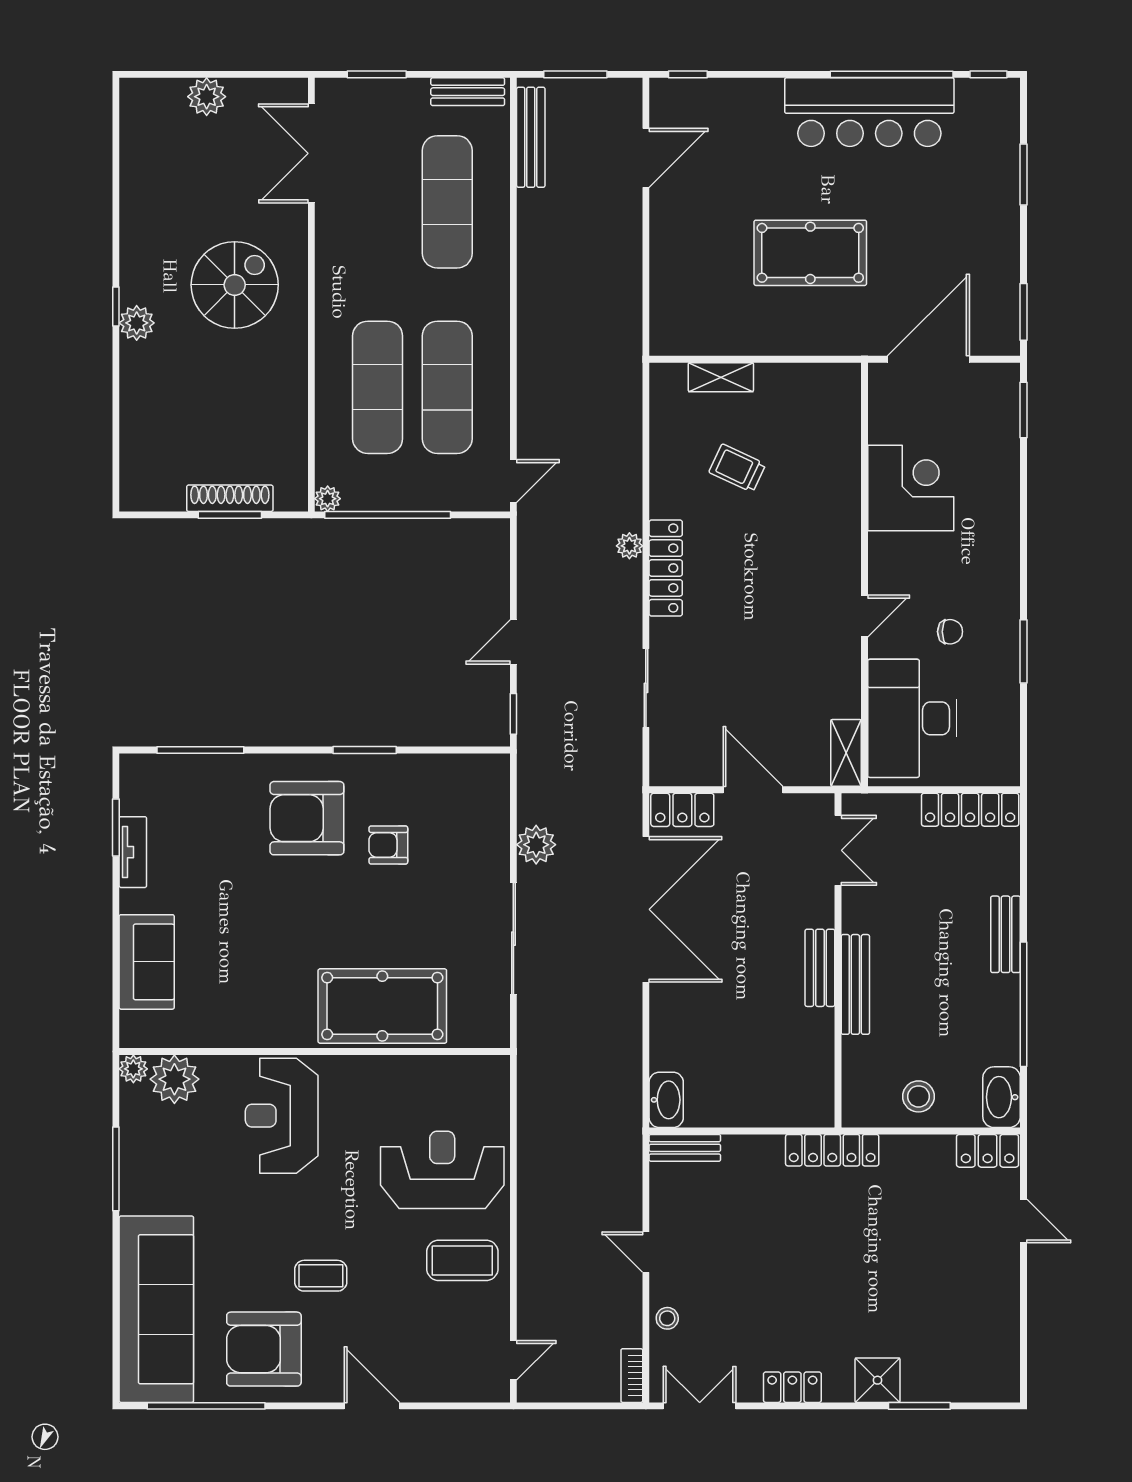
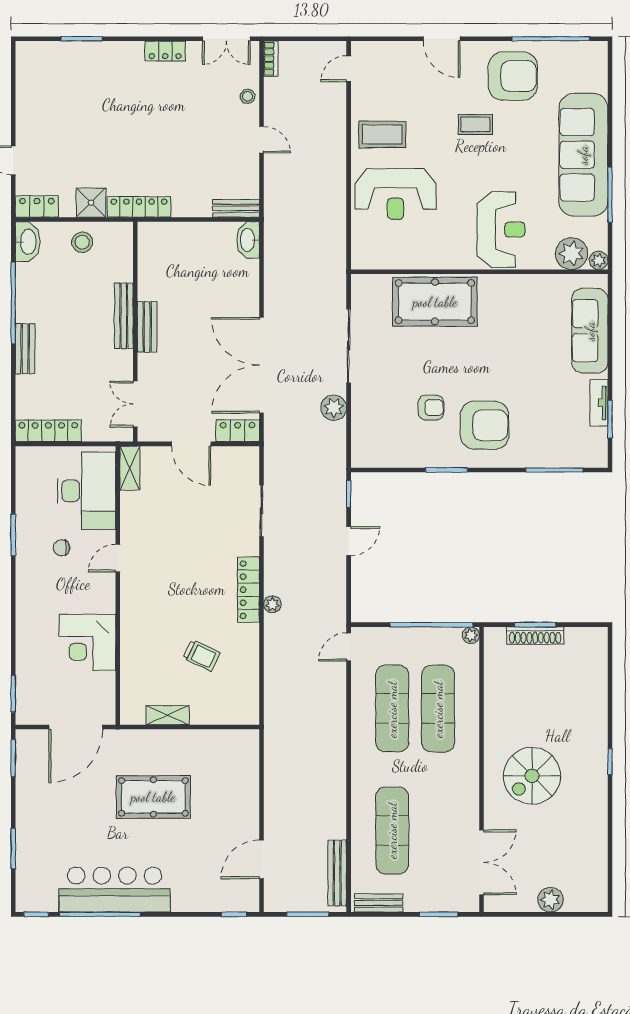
plant: (137, 323) -> (596, 751), removed
shelving: (721, 377) -> (168, 715), moved
sofa: (147, 962) -> (590, 331), width x1.36
sofa: (156, 1309) -> (583, 155), moved
shower: (877, 1380) -> (91, 203), moved

